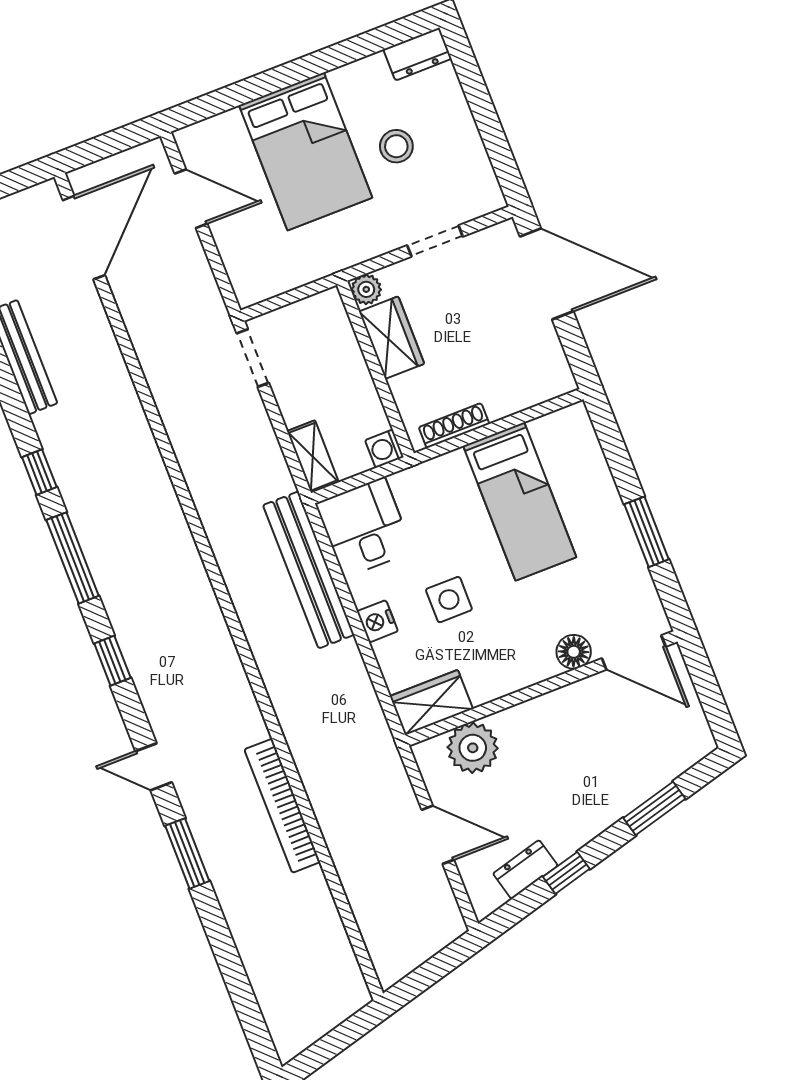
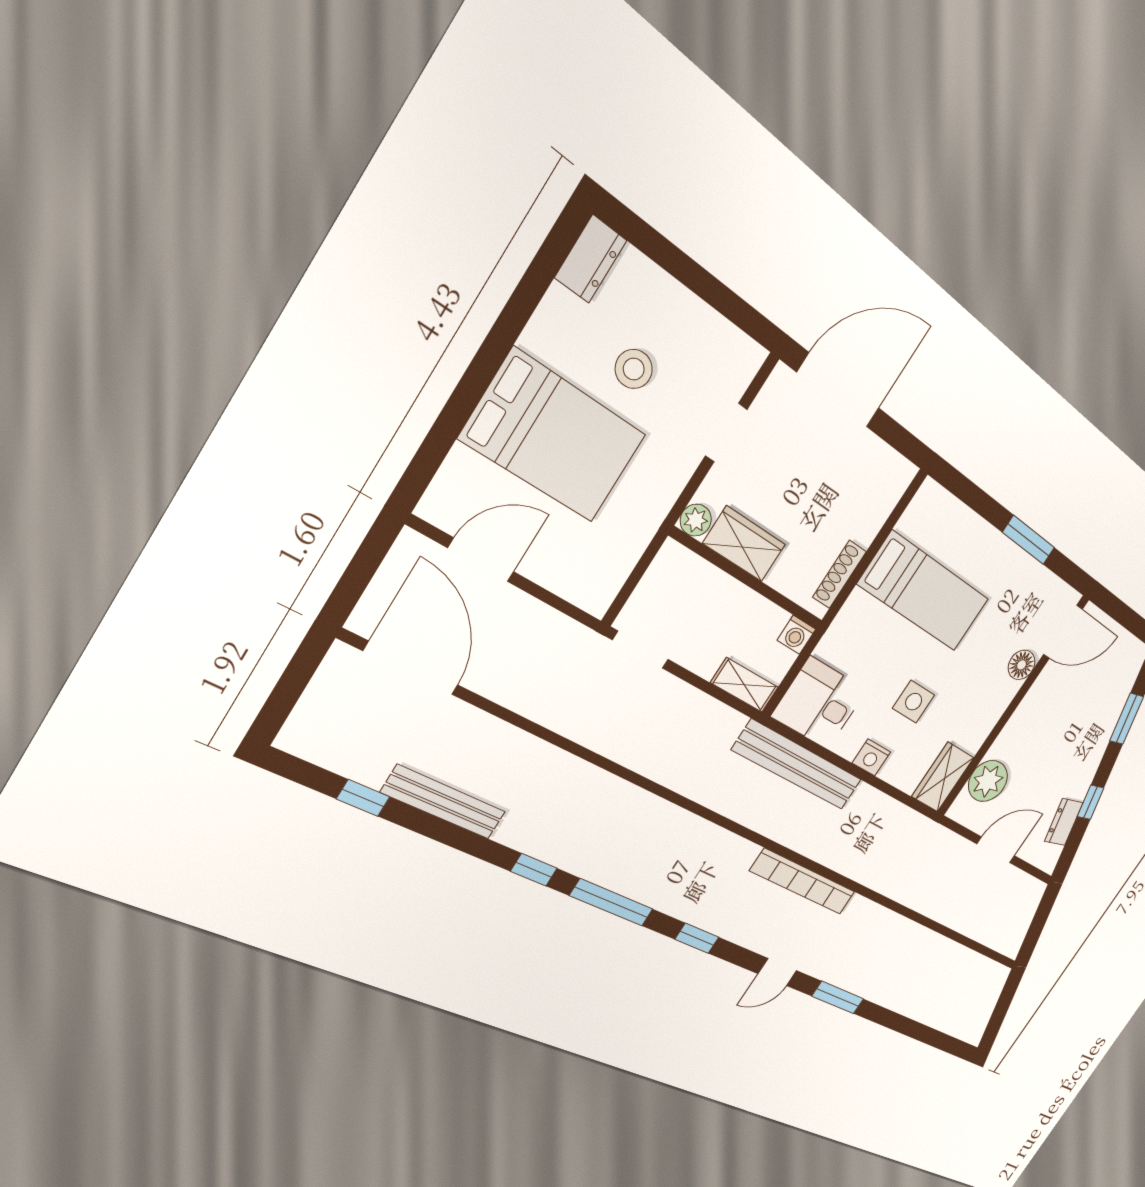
bookcase: (282, 806) -> (803, 882), moved

